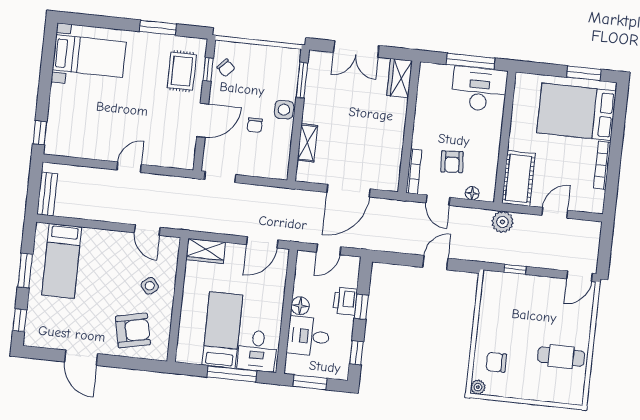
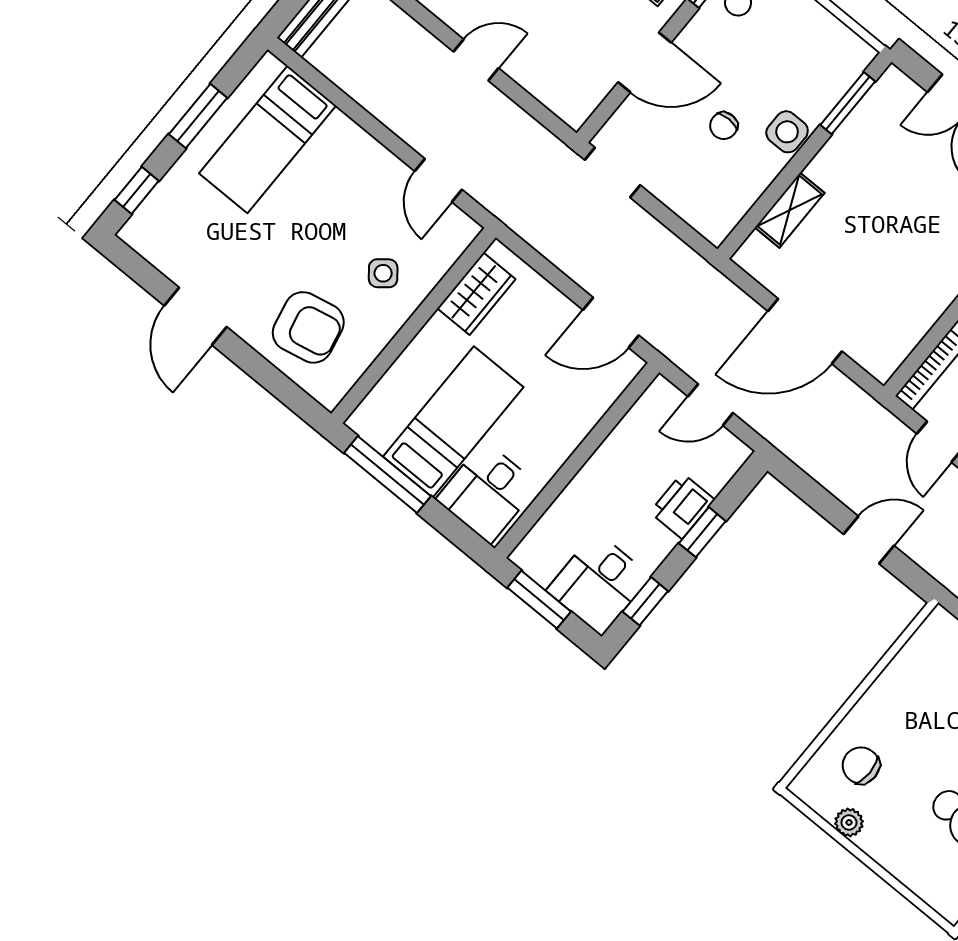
wardrobe: (206, 251) -> (476, 294), moved, turned -90
floor lamp: (300, 306) -> (605, 466), removed
desk: (308, 336) -> (599, 583), moved, turned -90
window: (232, 374) -> (387, 475), moved
plant: (478, 387) -> (849, 822), moved

